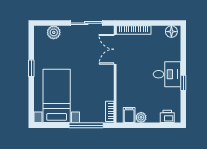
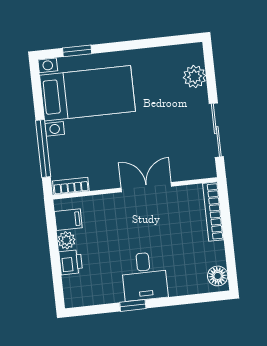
double door: (115, 49) -> (146, 187), moved
window: (31, 68) -> (77, 51), moved
printer: (167, 116) -> (71, 262), moved

